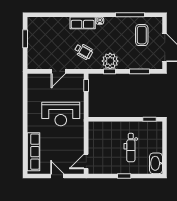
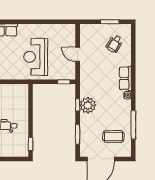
wheelchair: (84, 51) -> (114, 44), moved

